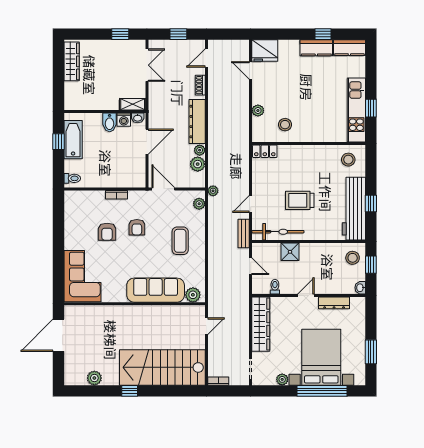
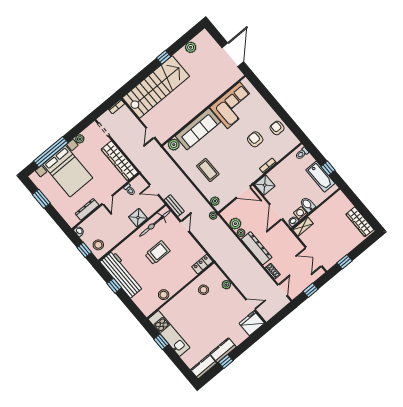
stool: (348, 160) -> (164, 295), moved
shower: (136, 178) -> (265, 185), added
armchair: (137, 227) -> (277, 128), moved
corner sofa: (82, 276) -> (234, 105), moved, turned -90

